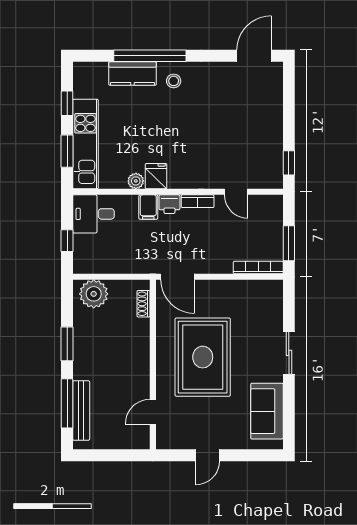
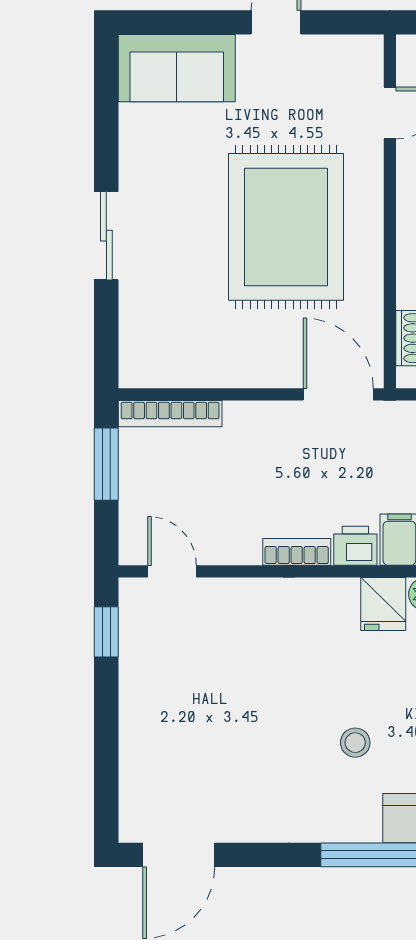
stool: (174, 81) -> (355, 743), moved
door: (236, 192) -> (172, 571), moved
sofa: (267, 411) -> (177, 68), moved, turned 90

